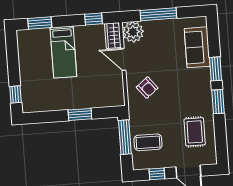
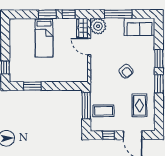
window: (40, 23) -> (47, 14), moved
sofa: (197, 47) -> (139, 27), moved, turned -90
armchair: (147, 88) -> (126, 71), moved
window: (80, 114) -> (32, 86), moved

